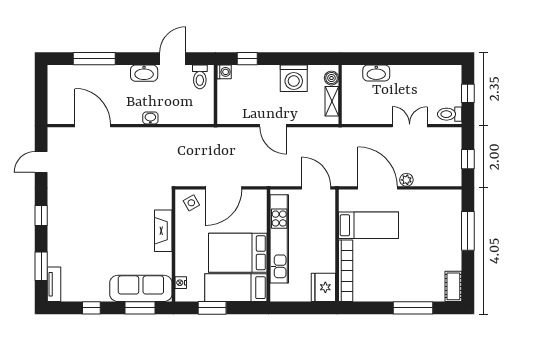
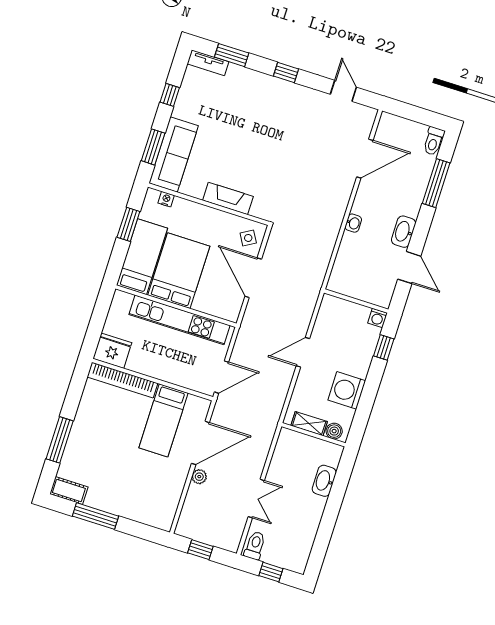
toilet: (200, 77) -> (434, 141), moved, turned -90
window: (468, 231) -> (95, 516), moved

